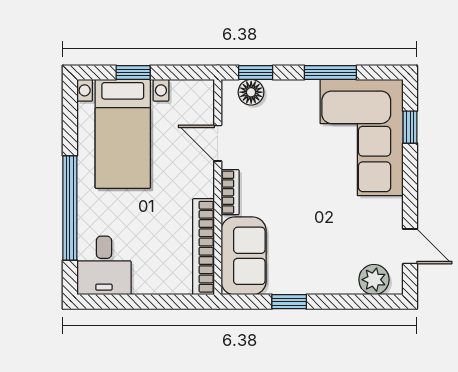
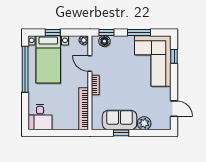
plant: (204, 90) -> (84, 40), added
window: (70, 208) -> (25, 69), moved
sofa: (244, 256) -> (120, 120), moved, turned -90
plant: (374, 280) -> (144, 123), moved

